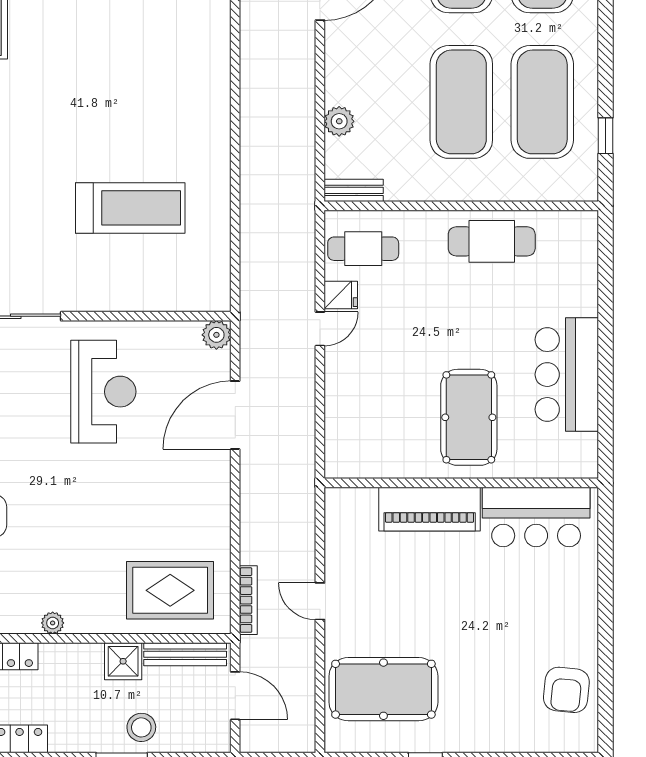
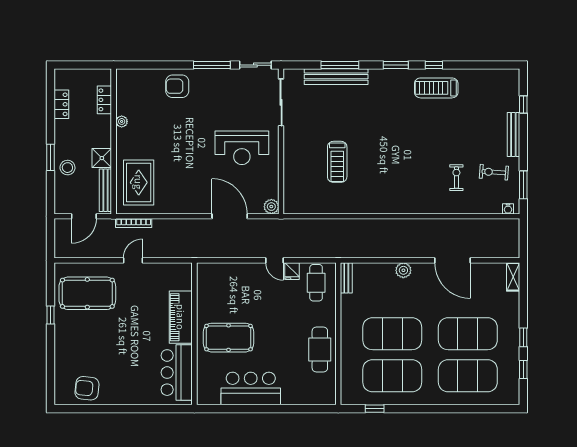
plant: (339, 121) -> (403, 270), moved
treadmill: (130, 208) -> (337, 162), width x0.73, depth x0.73
pool table: (383, 689) -> (87, 293), turned 90

